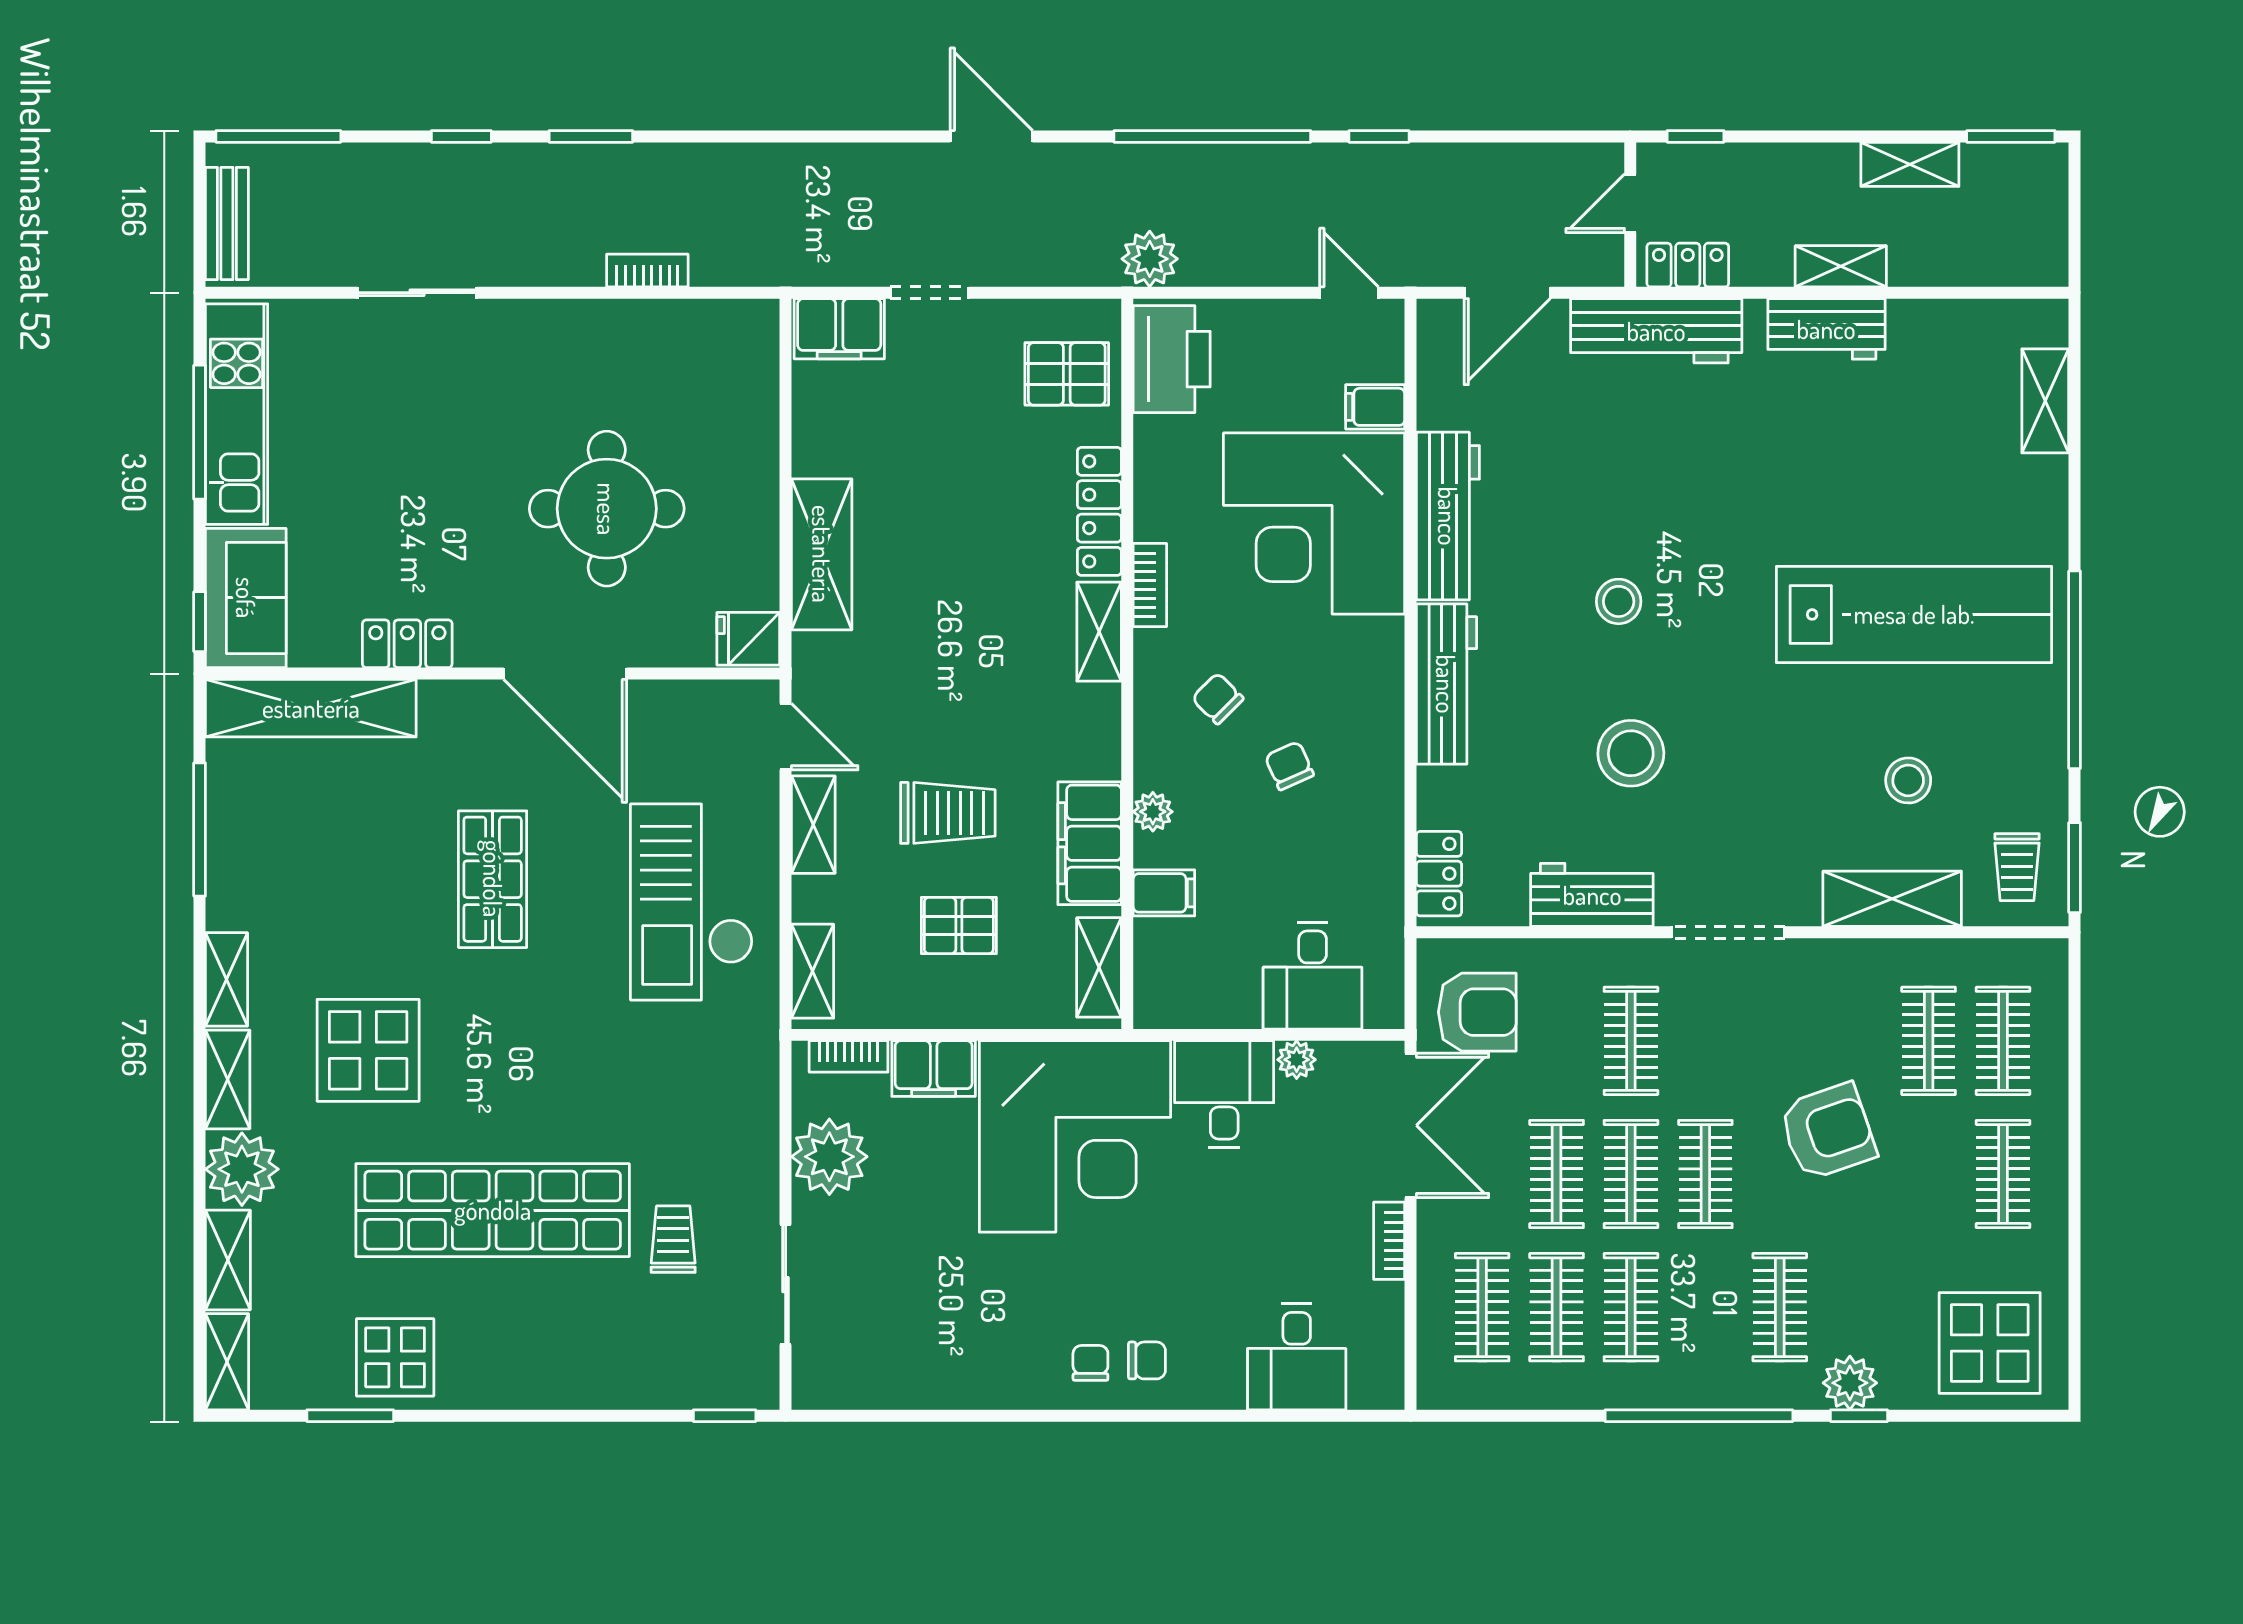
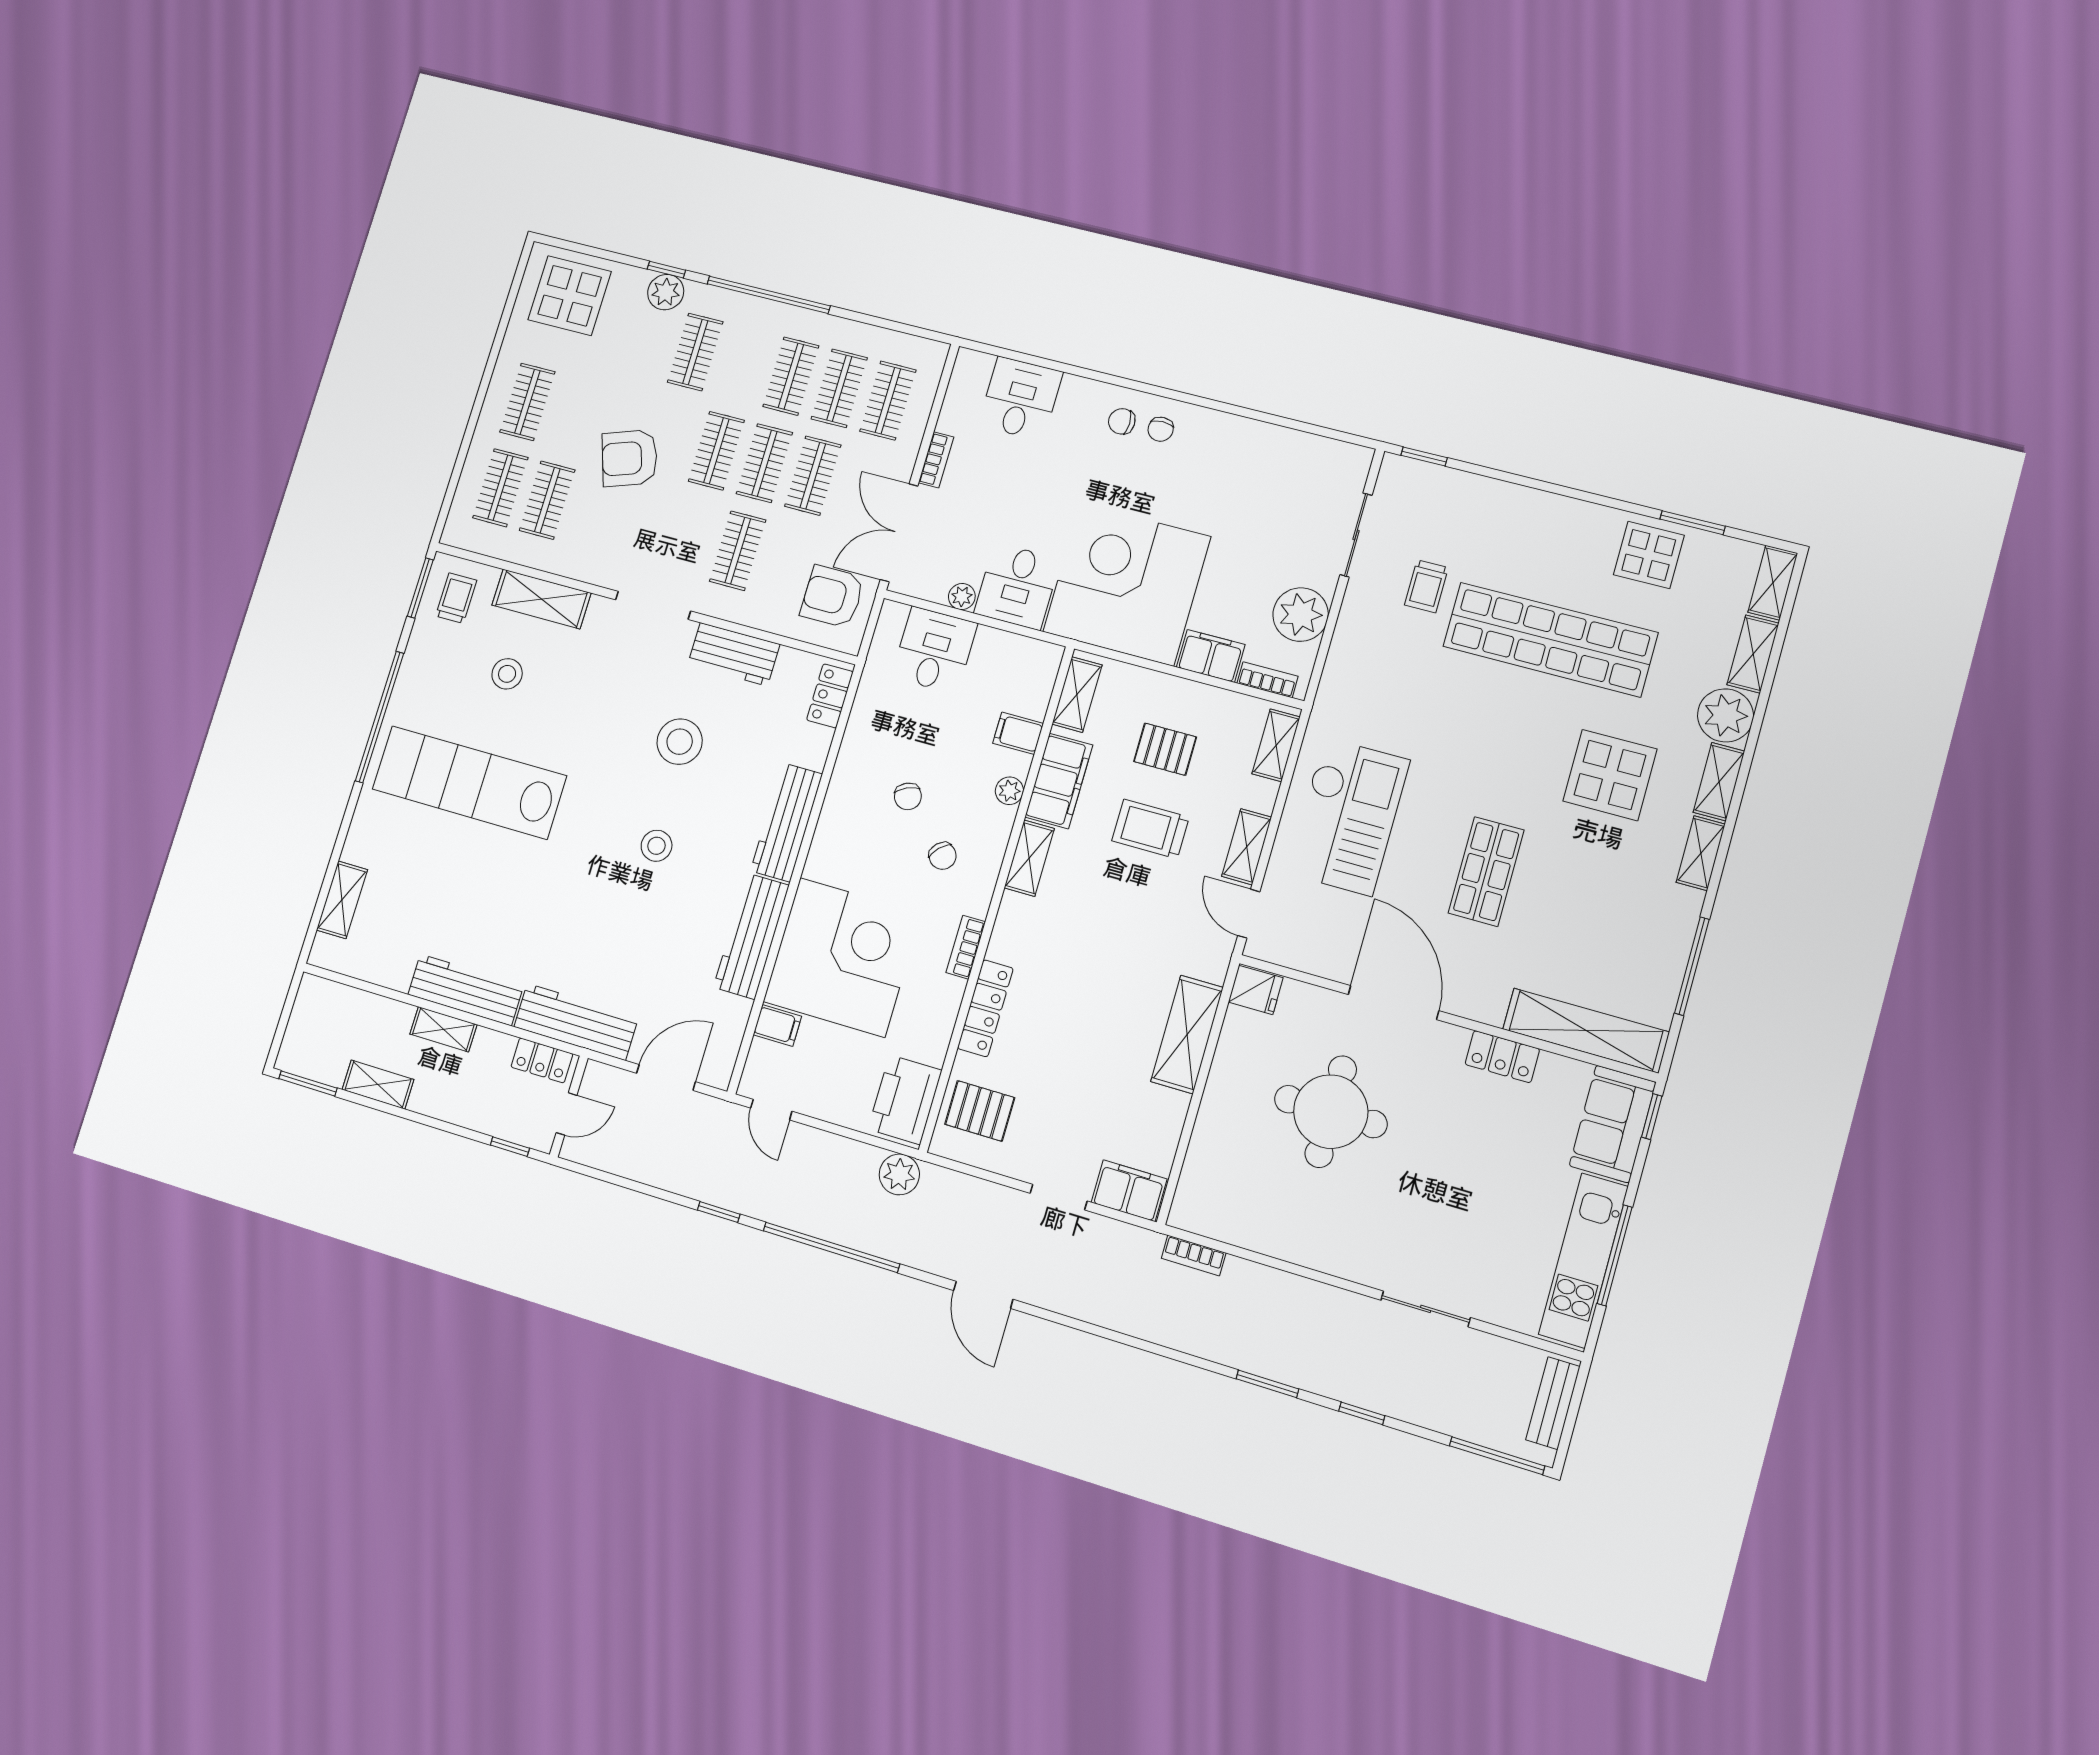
bookcase: (647, 270) -> (1194, 1256), moved
workbench: (1826, 329) -> (466, 990), width x1.38
shelving: (1099, 632) -> (1029, 858), moved

